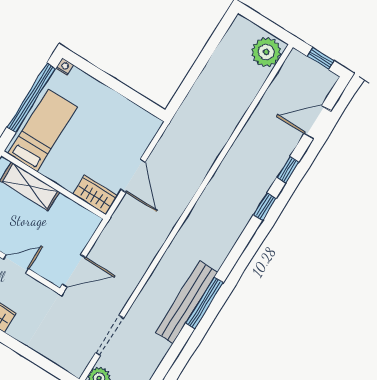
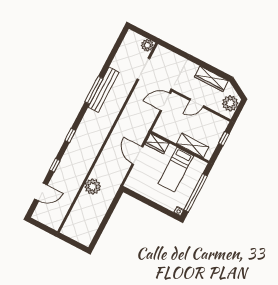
plant: (266, 52) -> (93, 187), moved
window: (321, 58) -> (42, 226), removed
bed: (43, 130) -> (176, 170), moved
window: (265, 206) -> (70, 136), moved

